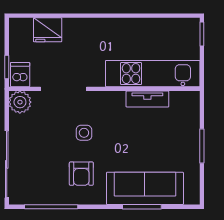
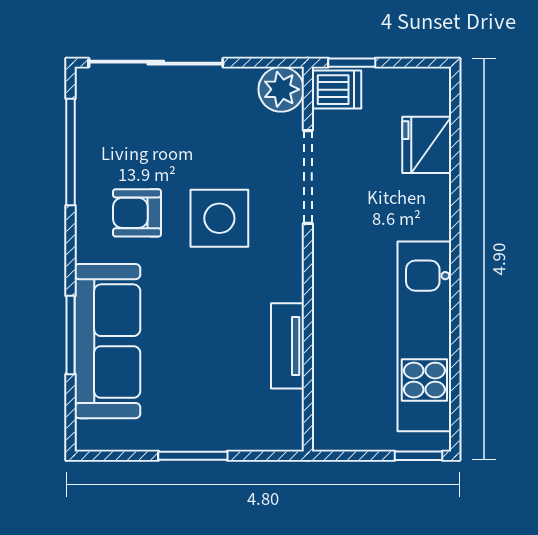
kitchen unit: (153, 74) -> (424, 336), moved, turned 180
side table: (84, 133) -> (219, 218), width x1.87, depth x1.87

